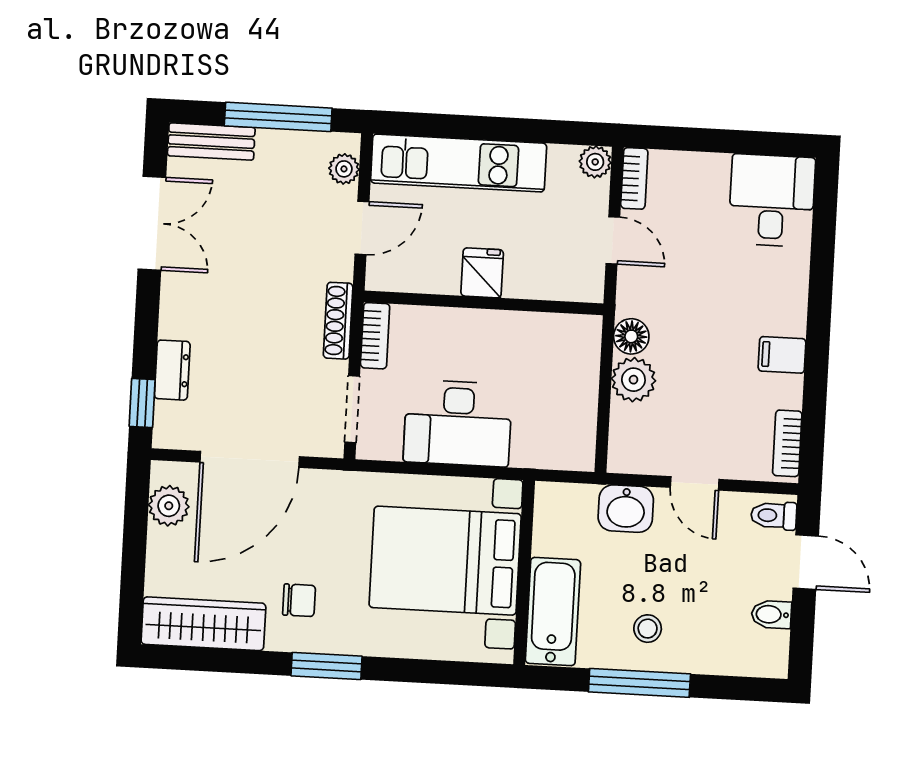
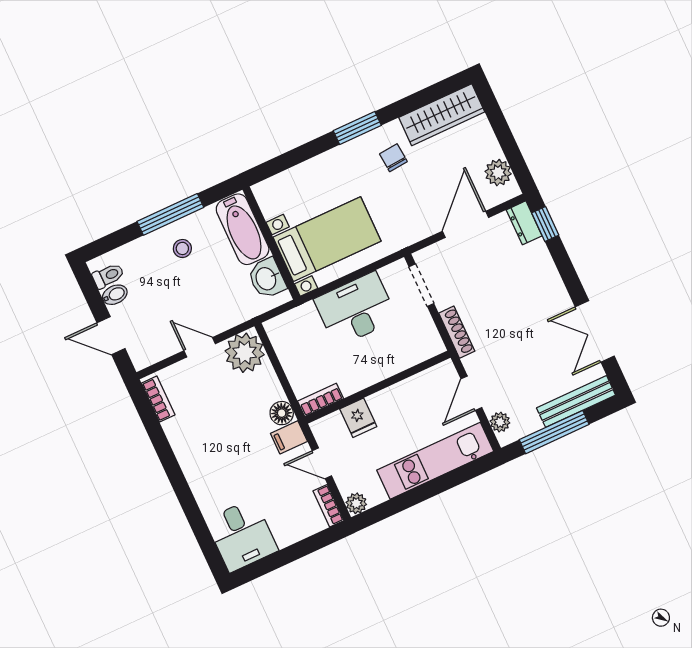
bench: (211, 142) -> (576, 401), width x1.36
fridge: (482, 273) -> (358, 418), moved
bookcase: (375, 336) -> (320, 400), moved, turned 90
filing cabinet: (782, 355) -> (289, 437), moved, turned 180
dresser: (172, 370) -> (524, 223), moved
plant: (633, 380) -> (245, 353), moved, width x1.36, depth x1.36
door: (250, 459) -> (465, 224), width x0.73
washbasin: (626, 509) -> (267, 278), moved, turned -90
toilet: (774, 516) -> (108, 276), moved
bed with nightstands: (445, 561) -> (327, 239), width x0.73
chair: (299, 600) -> (393, 158), turned 85

